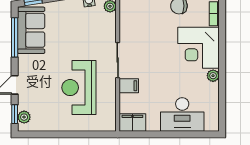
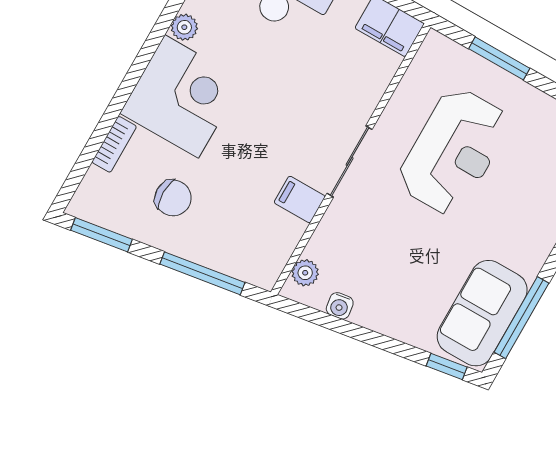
filing cabinet: (129, 86) -> (300, 199), moved
window: (82, 134) -> (499, 58), added

